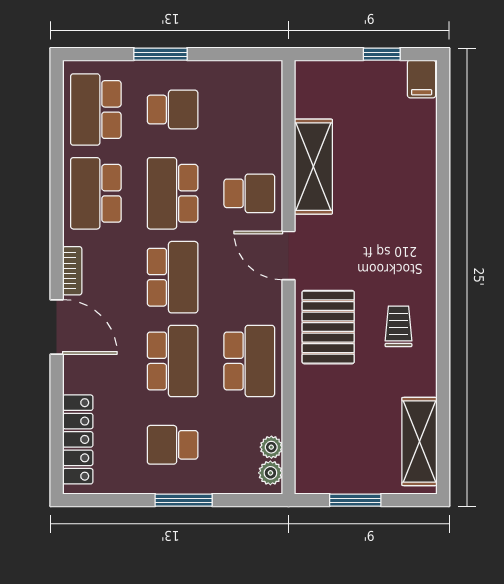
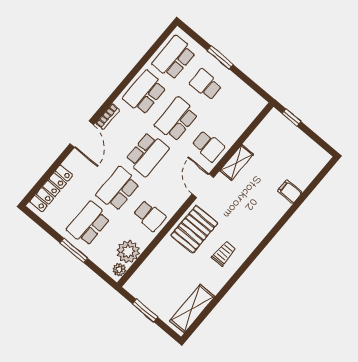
window: (382, 54) -> (291, 117), moved
filing cabinet: (422, 79) -> (290, 192), moved, turned 90
school desk: (173, 110) -> (206, 85), turned 180
shelving: (313, 167) -> (237, 162), width x0.67, depth x0.75
school desk: (173, 361) -> (118, 189), turned 180
school desk: (249, 361) -> (150, 216), width x0.54
school desk: (173, 445) -> (89, 224), width x1.85
plant: (271, 447) -> (128, 252), width x1.88, depth x1.88

